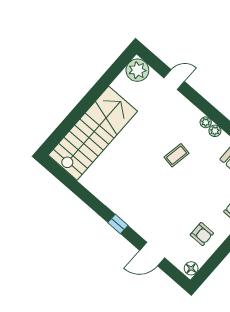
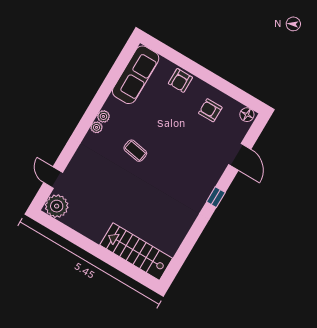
door: (174, 80) -> (53, 178), moved
stairs: (93, 133) -> (136, 252), width x0.73, depth x0.66
armchair: (202, 234) -> (210, 110), turned -90

